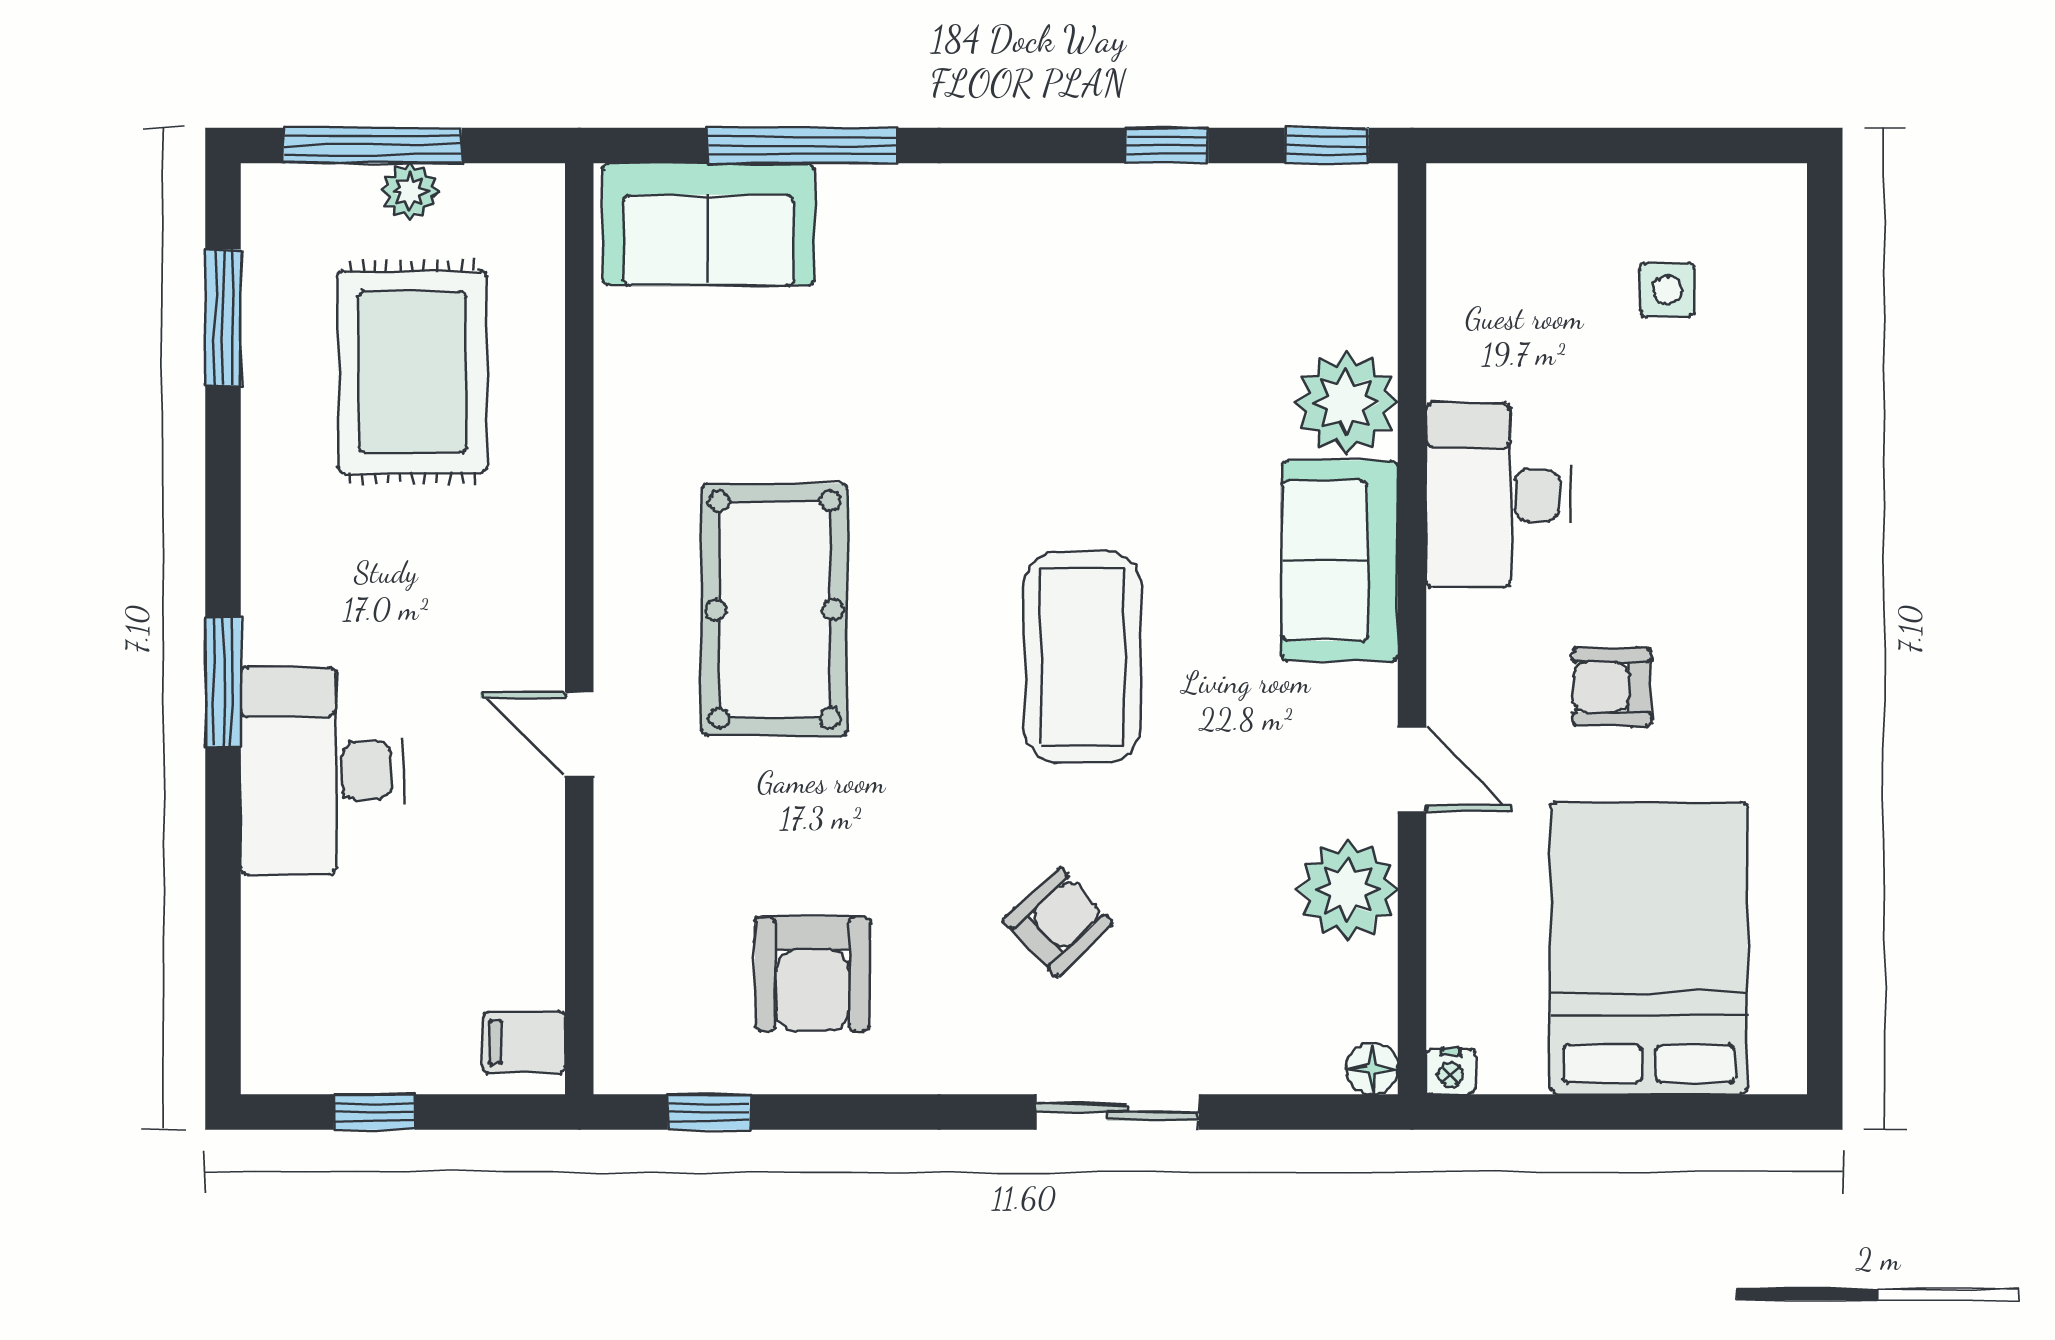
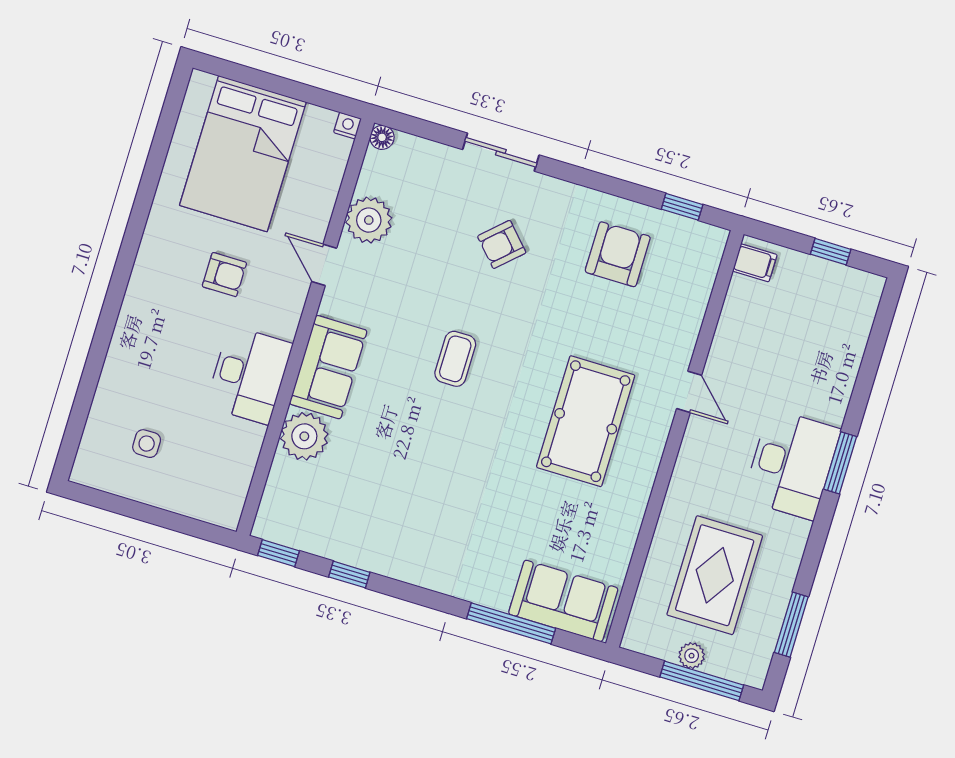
coffee table: (1083, 657) -> (455, 359), width x0.54, depth x0.58
desk: (322, 771) -> (792, 464), moved

